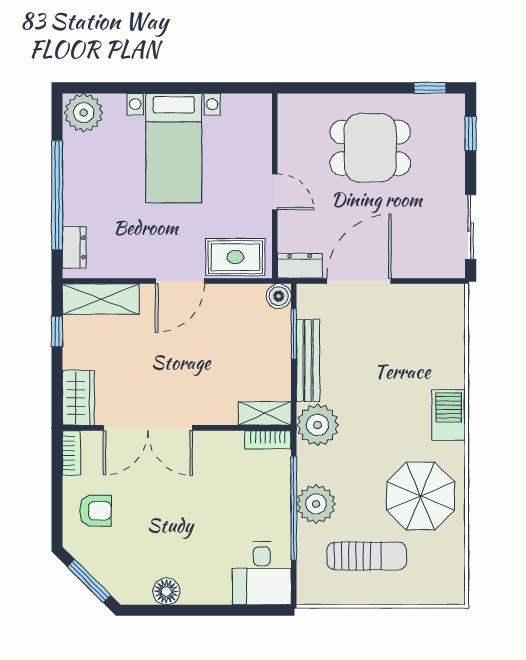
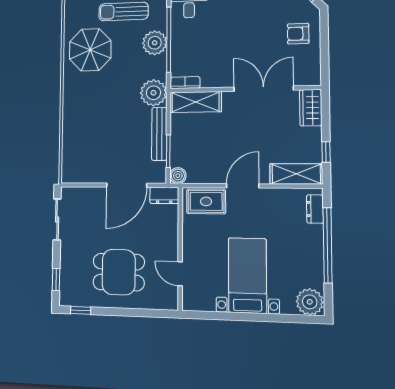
door: (275, 192) -> (180, 274), moved
shelving: (265, 413) -> (196, 102), width x1.50, depth x1.33
barbecue: (449, 415) -> (72, 101), removed
bookcase: (71, 453) -> (315, 71), removed

